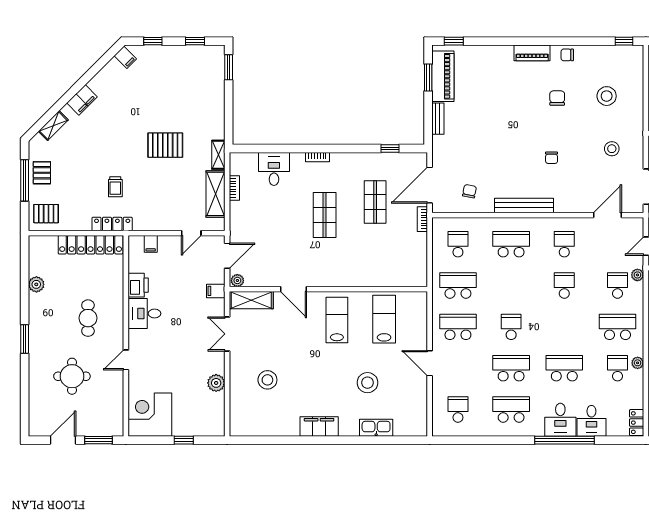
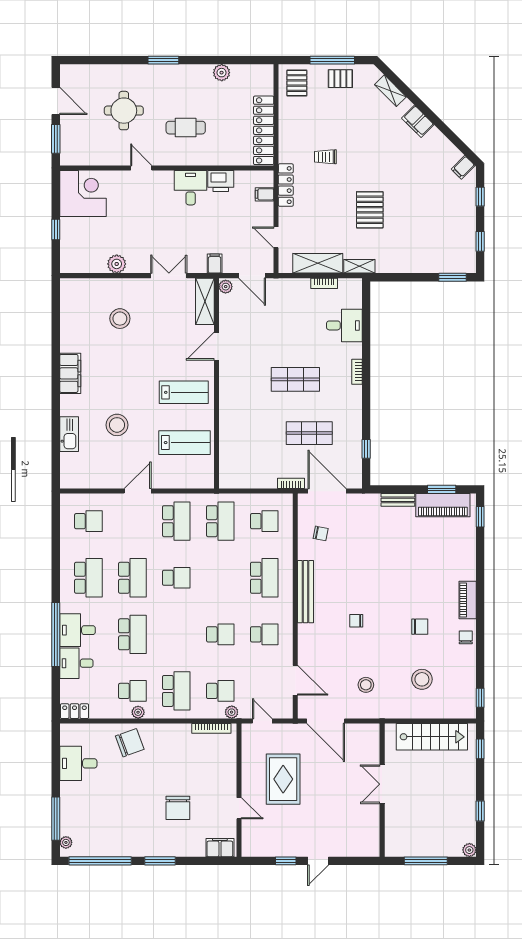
locker: (112, 224) -> (286, 185), moved

